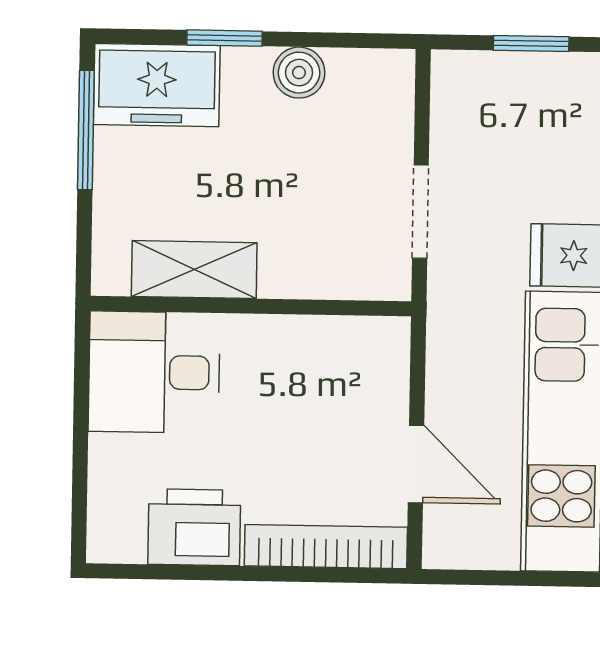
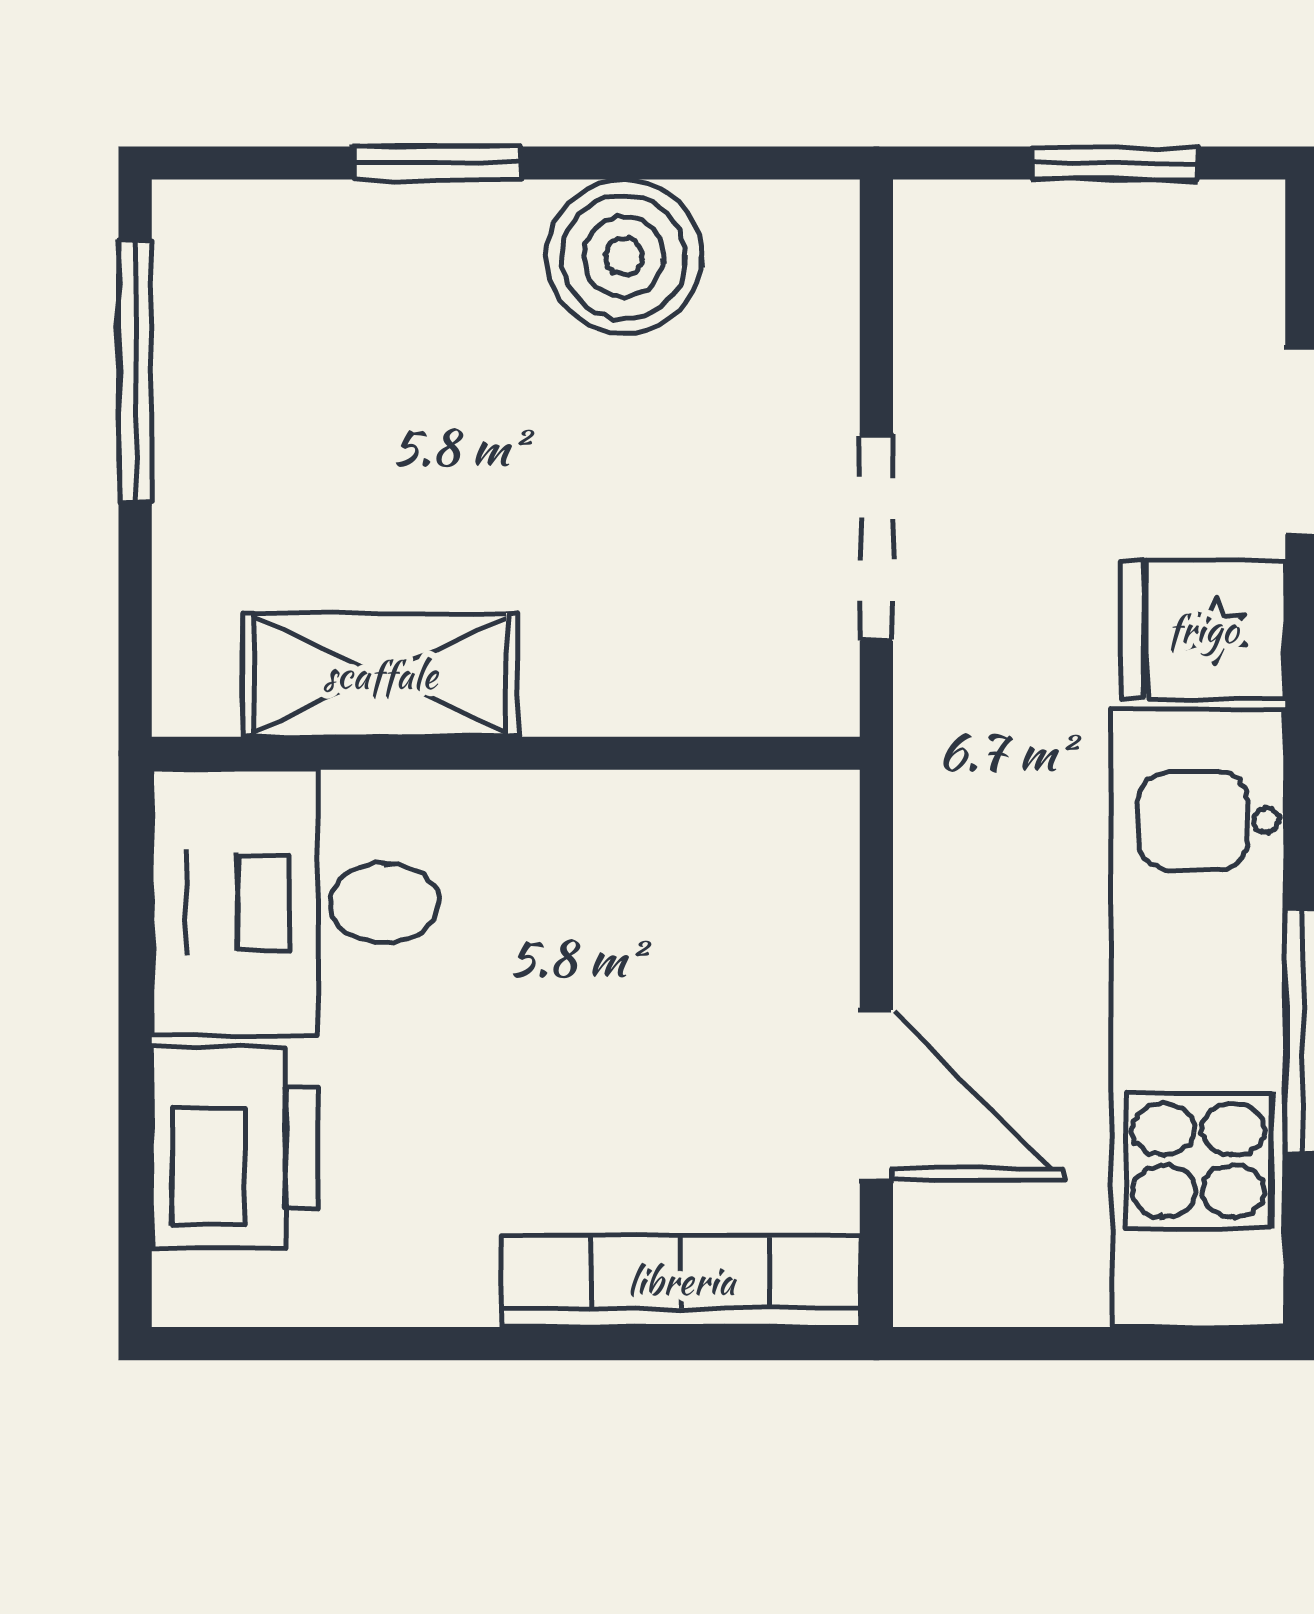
boiler: (299, 73) -> (624, 257), width x1.36, depth x1.36
freezer: (157, 85) -> (290, 269), removed
printer: (194, 527) -> (235, 1148), moved, turned 90

